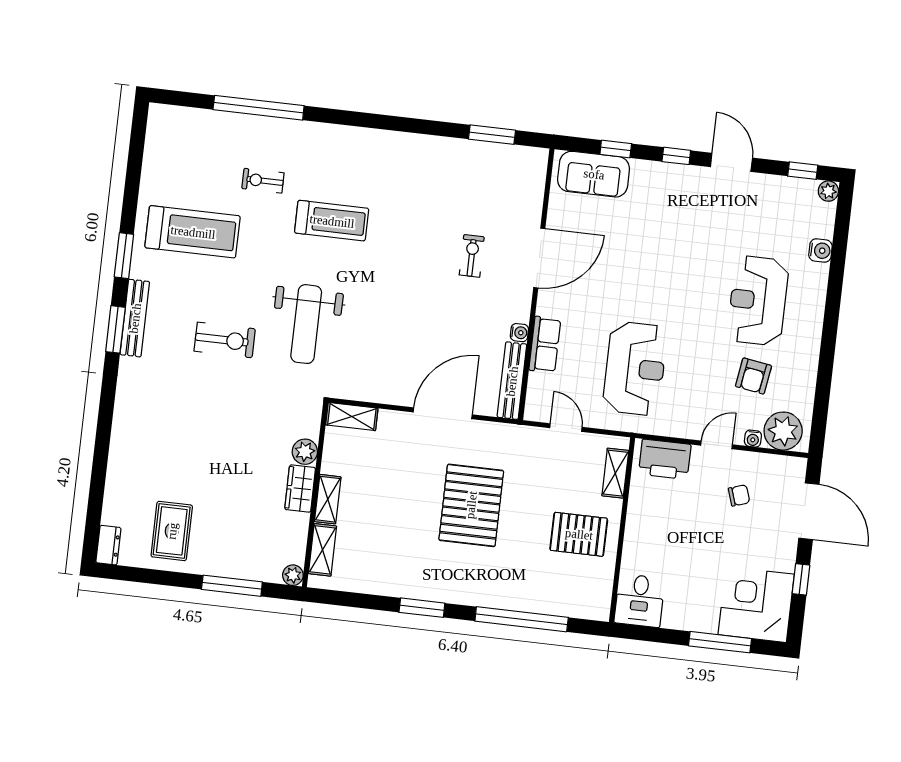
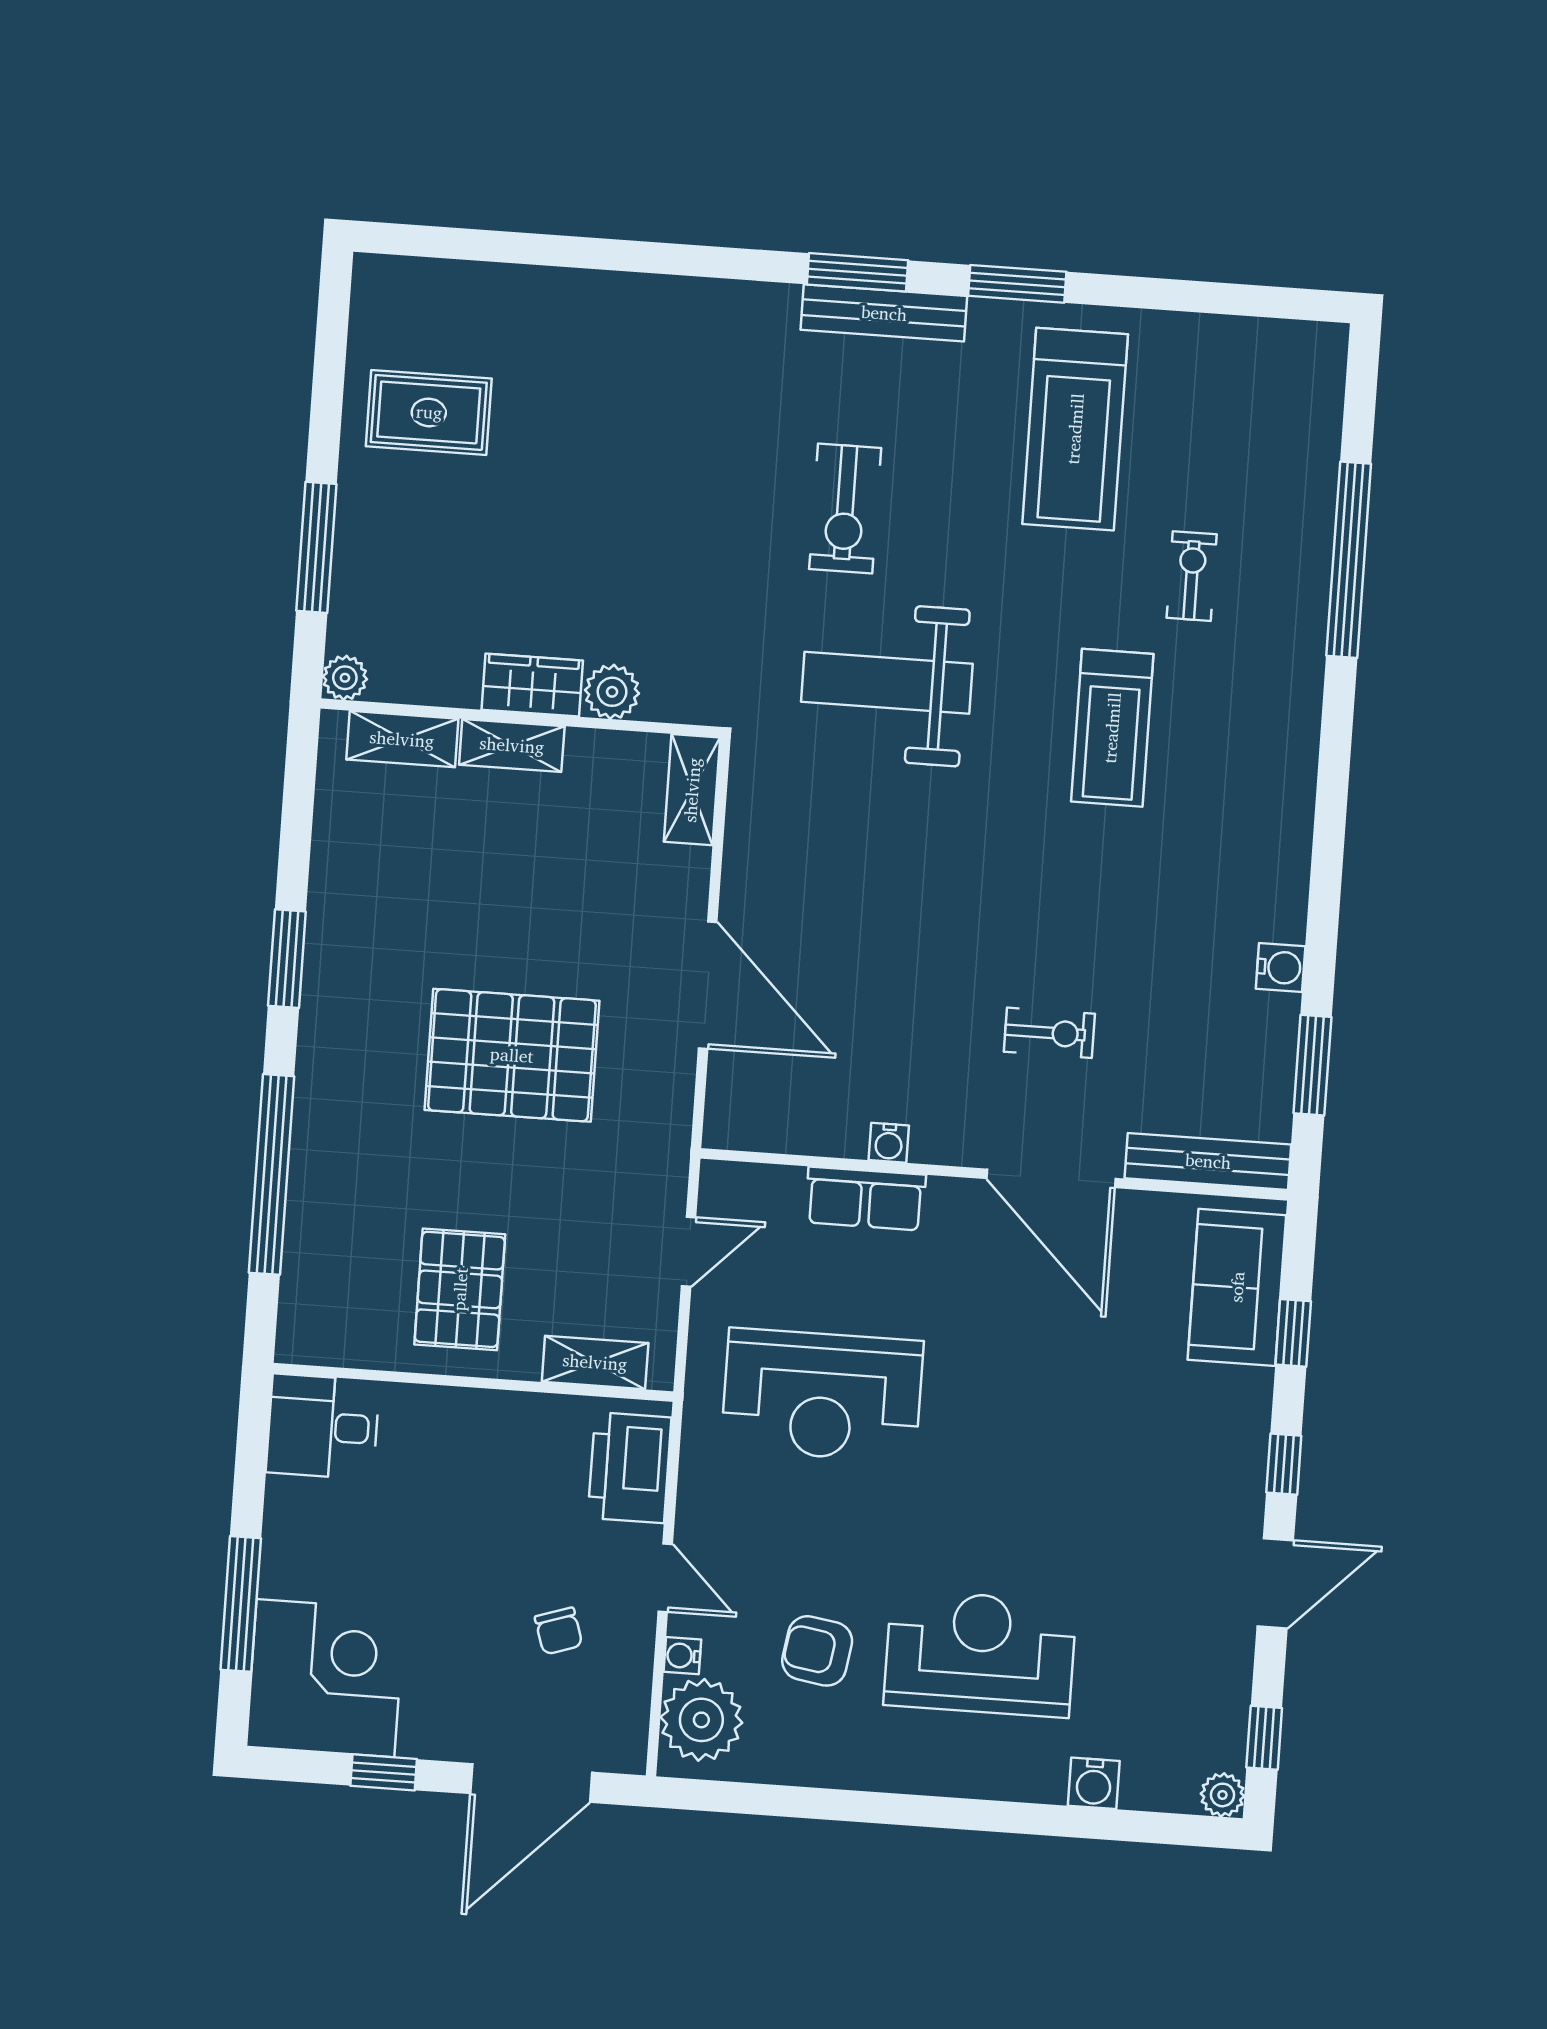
water cooler: (446, 147) -> (1281, 967), added
bench: (512, 381) -> (1208, 1161), moved
dresser: (108, 545) -> (392, 278), removed

